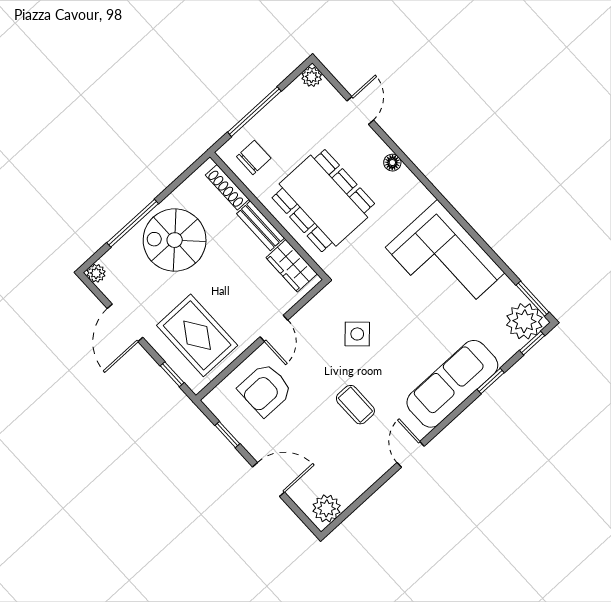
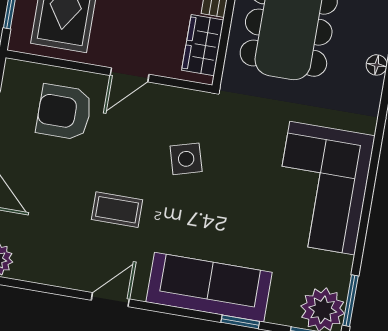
side table: (357, 334) -> (186, 159), turned 31
coffee table: (355, 405) -> (117, 210), turned 90

